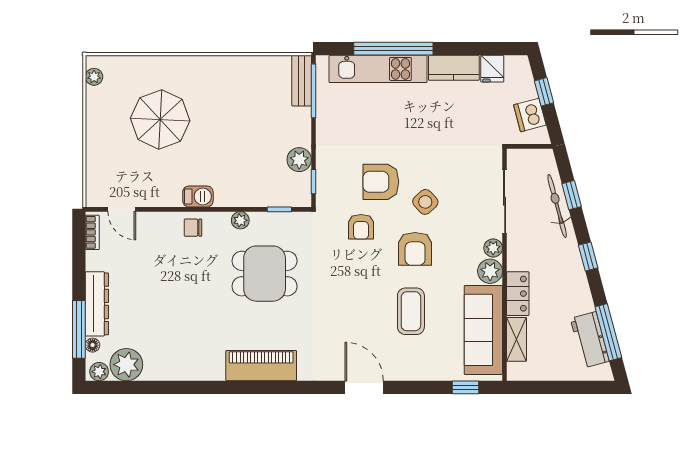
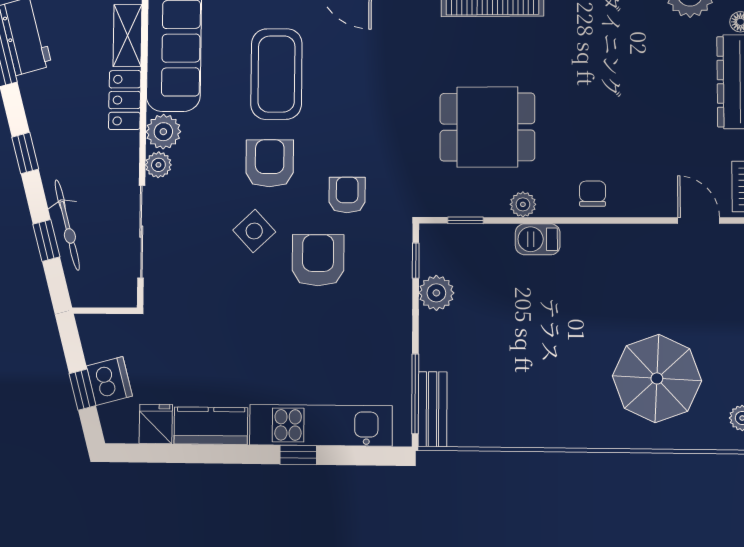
window: (393, 49) -> (298, 455), width x0.32
dishwasher: (530, 115) -> (109, 381), moved
parasol: (160, 119) -> (657, 378), moved
armchair: (381, 182) -> (318, 260), turned -90
barbecue: (198, 196) -> (538, 239), moved
chair: (193, 228) -> (593, 194), turned -90
coffee table: (411, 311) -> (276, 74), width x1.36, depth x1.32

